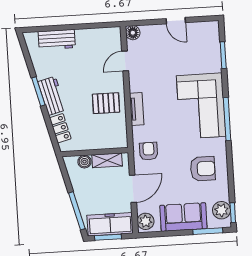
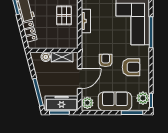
pallet: (106, 103) -> (64, 15), turned 90
armchair: (149, 151) -> (106, 60), moved

